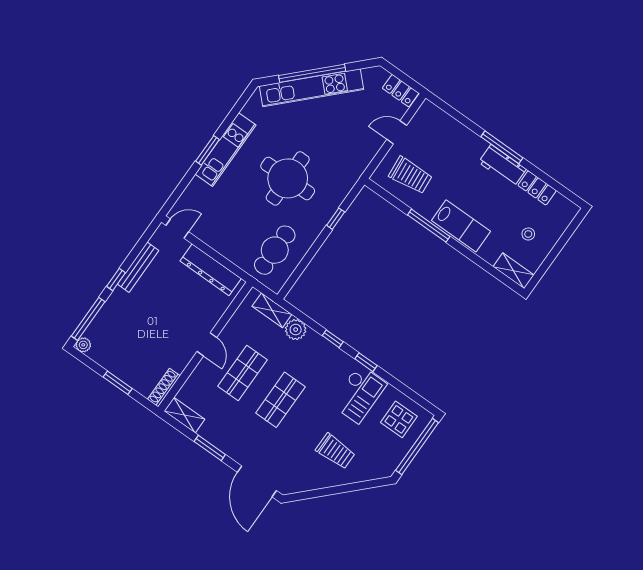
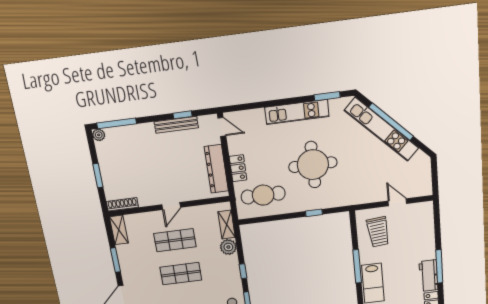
locker: (401, 91) -> (238, 168), moved, turned 180
window: (207, 150) -> (327, 96), moved
window: (116, 280) -> (182, 115), moved

